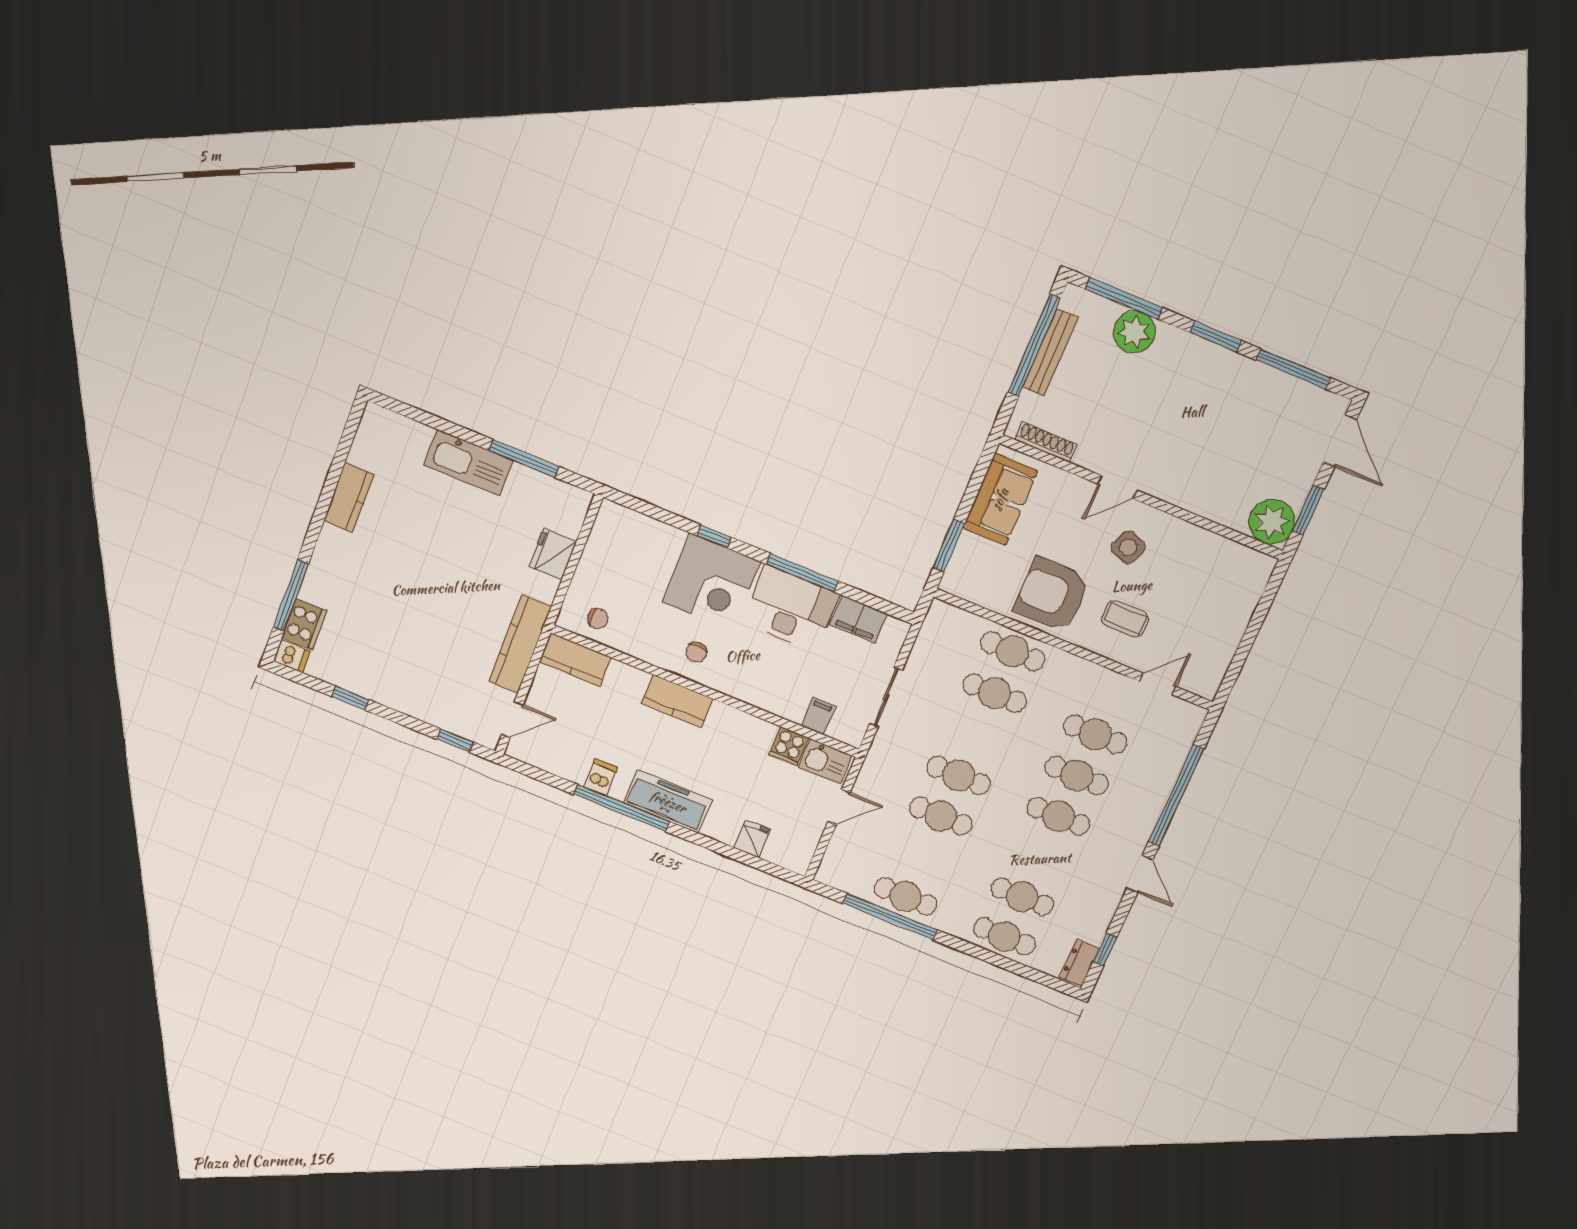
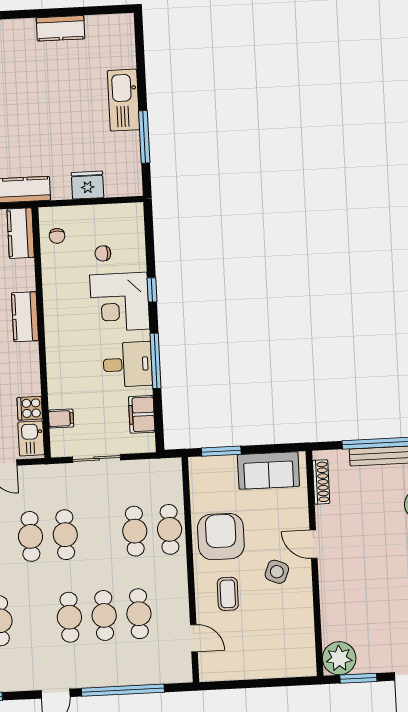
desk: (791, 608) -> (128, 364), width x0.73
chair: (696, 652) -> (103, 253), moved

